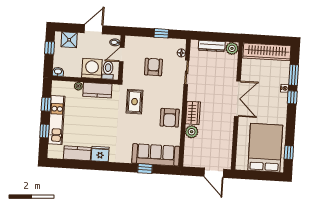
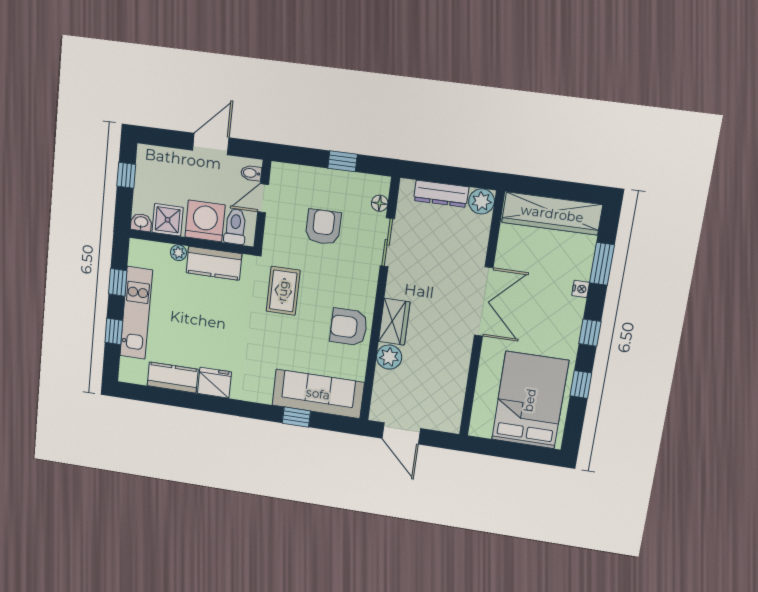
shower: (69, 40) -> (168, 220), moved
window: (292, 97) -> (590, 333), moved
armchair: (170, 118) -> (349, 327), turned 90
window: (289, 152) -> (581, 385), moved
door: (214, 173) -> (401, 433), moved

